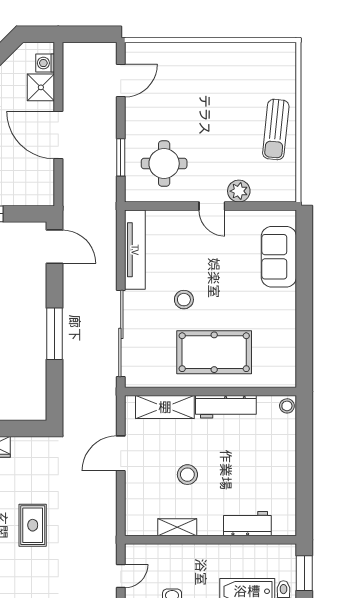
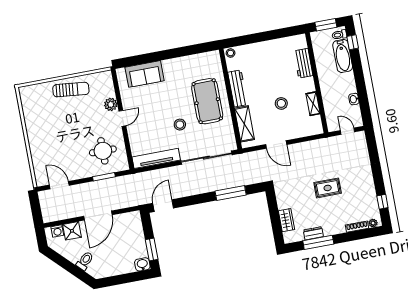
window: (54, 334) -> (231, 193), moved

